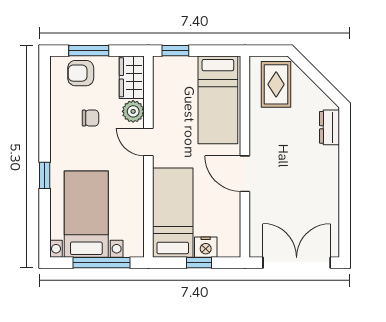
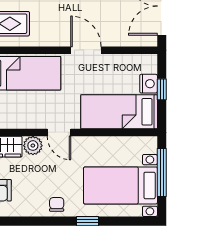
chair: (90, 118) -> (57, 204), moved
door: (148, 142) -> (59, 133), hinge flipped
door: (245, 174) -> (86, 50), swing flipped

